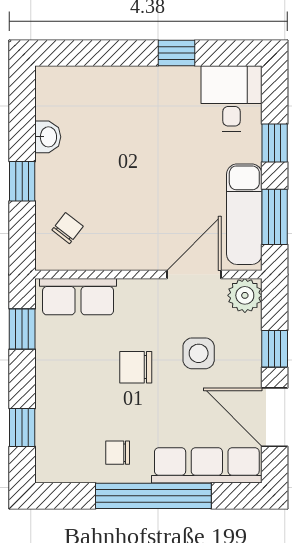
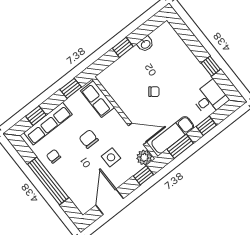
chair: (68, 228) -> (154, 92), moved
window: (275, 349) -> (143, 175), moved
row of seats: (207, 465) -> (48, 124), moved, turned 90

